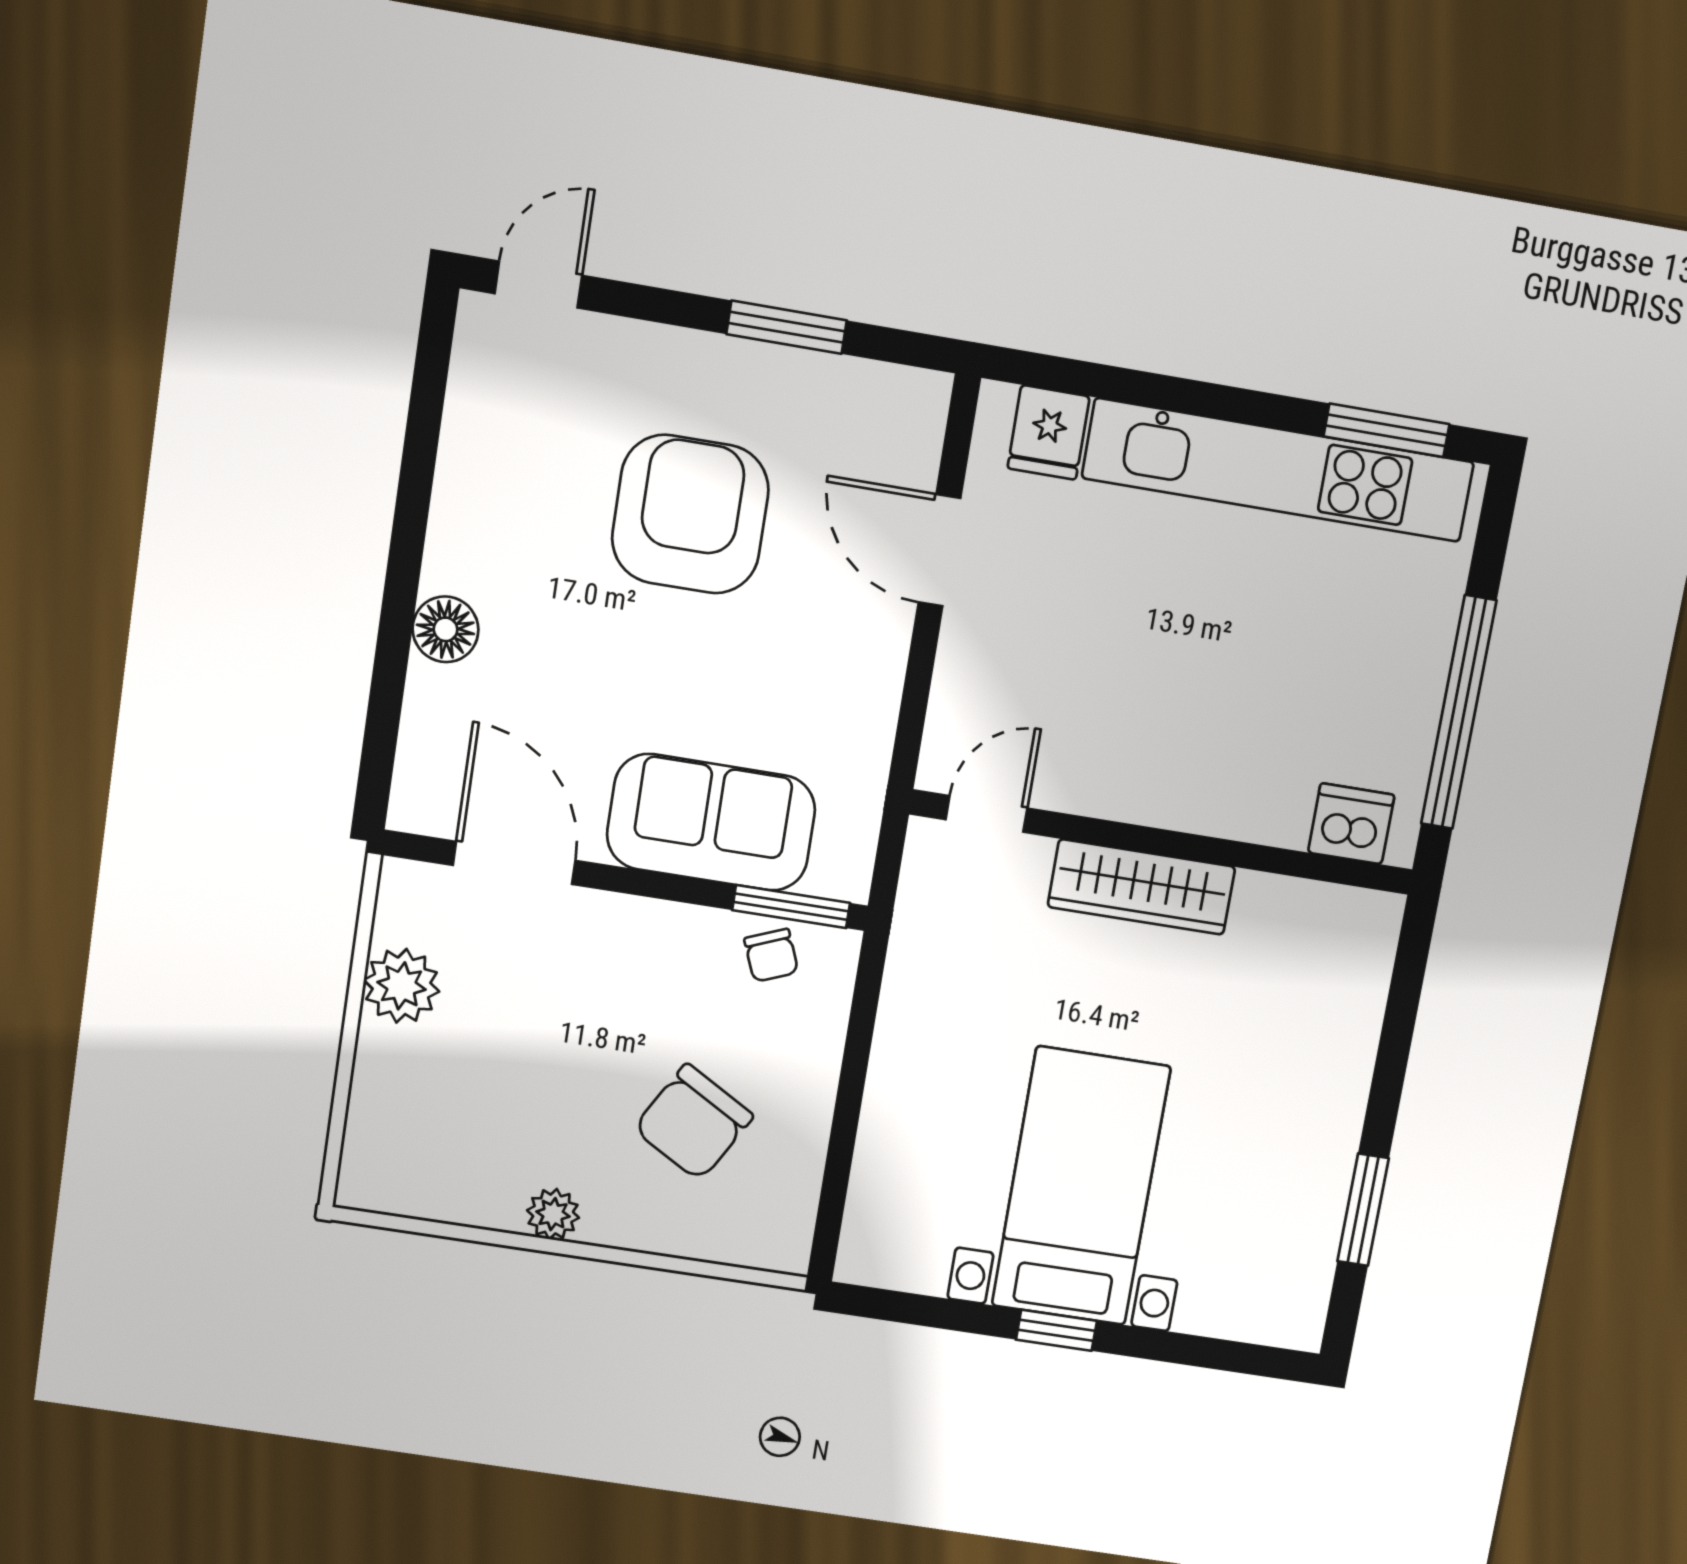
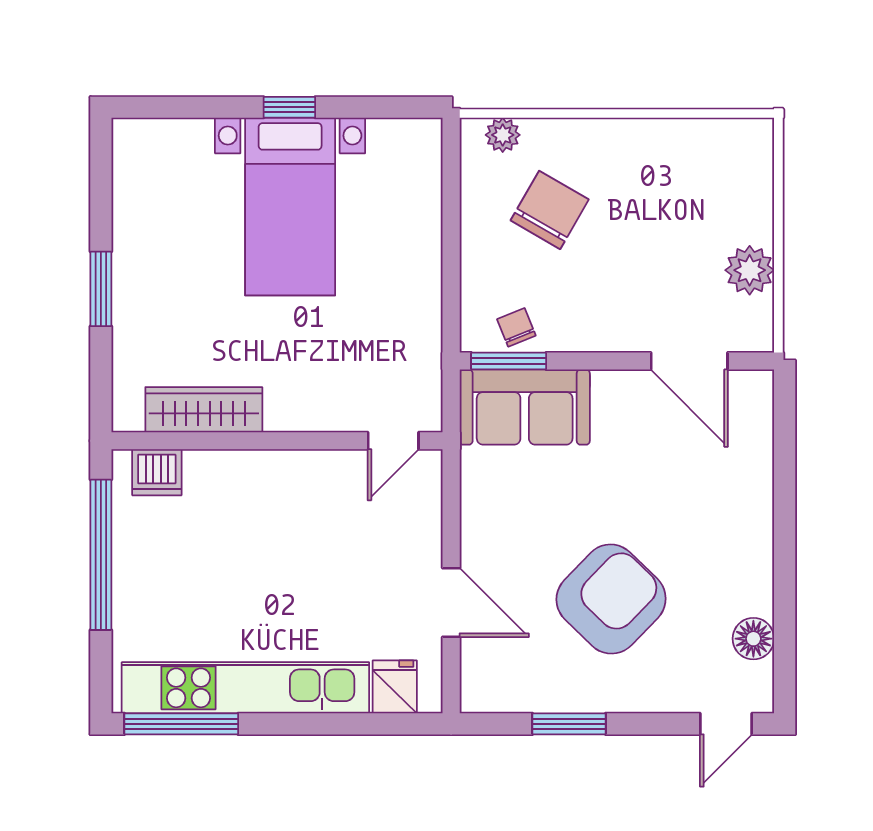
window: (1387, 430) -> (181, 724), width x1.44
armchair: (690, 514) -> (611, 599), turned -136
floor lamp: (445, 629) -> (753, 639), moved
sofa: (711, 822) -> (525, 407), moved
wardrobe: (1141, 887) -> (204, 410), moved
window: (1363, 1210) -> (101, 289), moved
plant: (553, 1214) -> (503, 135), moved

